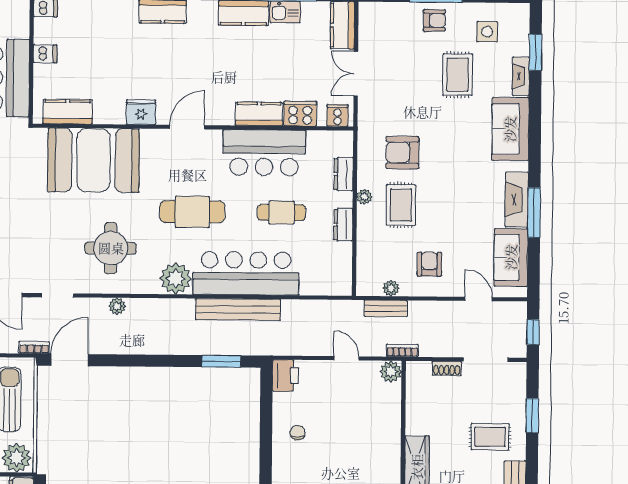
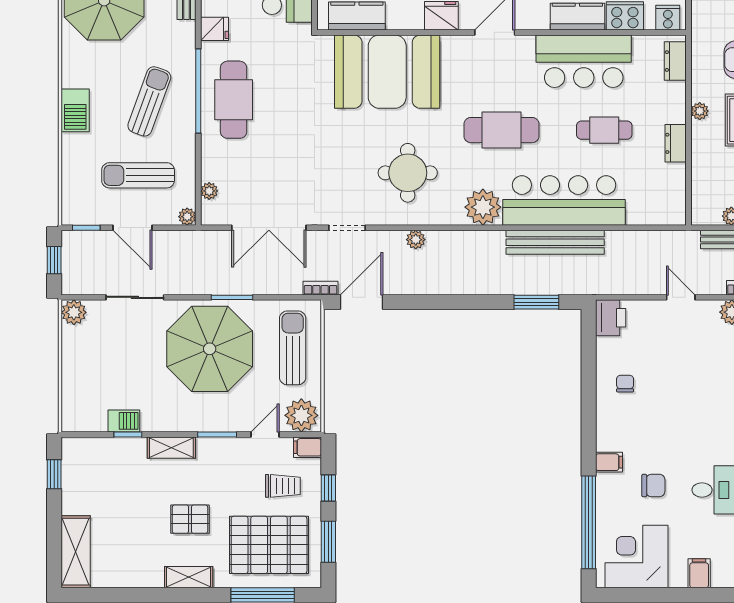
dresser: (343, 174) -> (675, 61), moved

